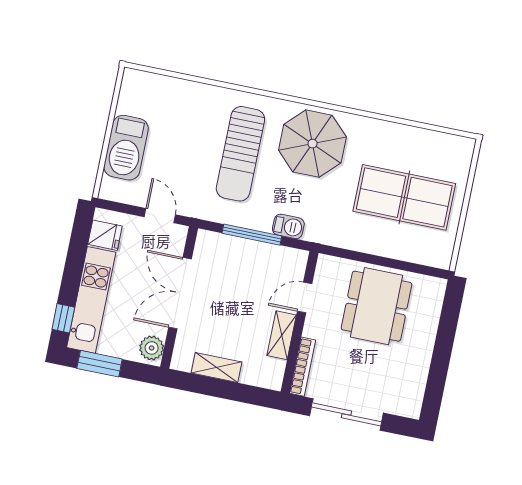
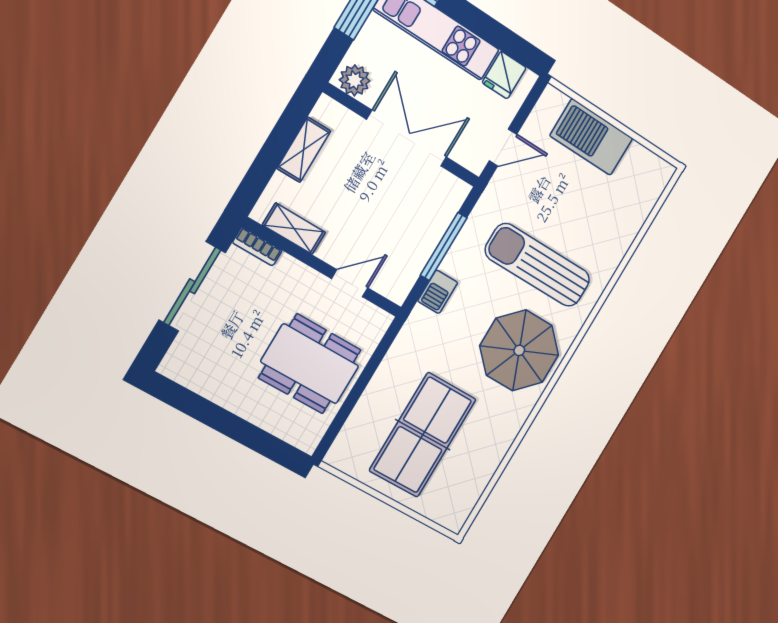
door: (305, 297) -> (350, 283), hinge flipped
shelving: (282, 335) -> (294, 229), moved
bookcase: (303, 367) -> (257, 247), width x0.64

